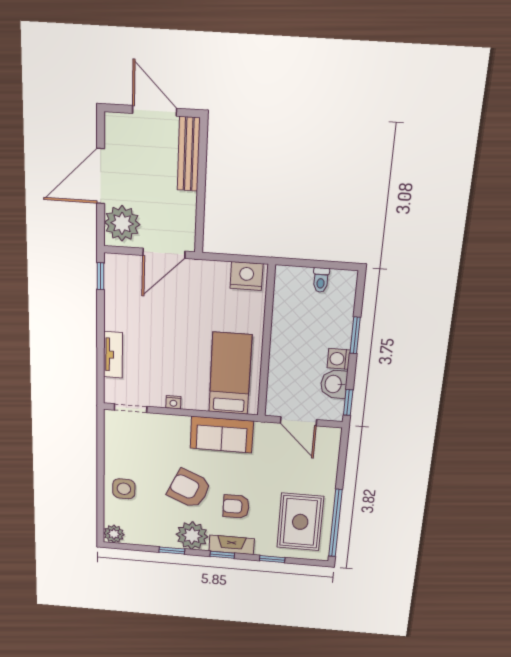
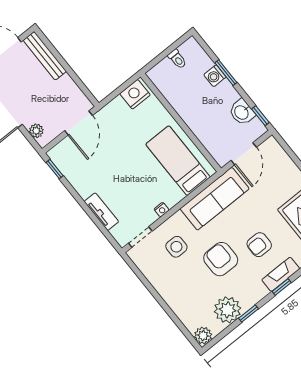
plant: (122, 223) -> (36, 131), width x0.53, depth x0.53
washing machine: (339, 359) -> (215, 76), moved
door: (299, 421) -> (244, 154), hinge flipped
sofa: (222, 435) -> (215, 199), width x1.36
side table: (124, 489) -> (176, 247), moved
armchair: (189, 489) -> (221, 259), turned 66
plant: (192, 536) -> (228, 310), moved

